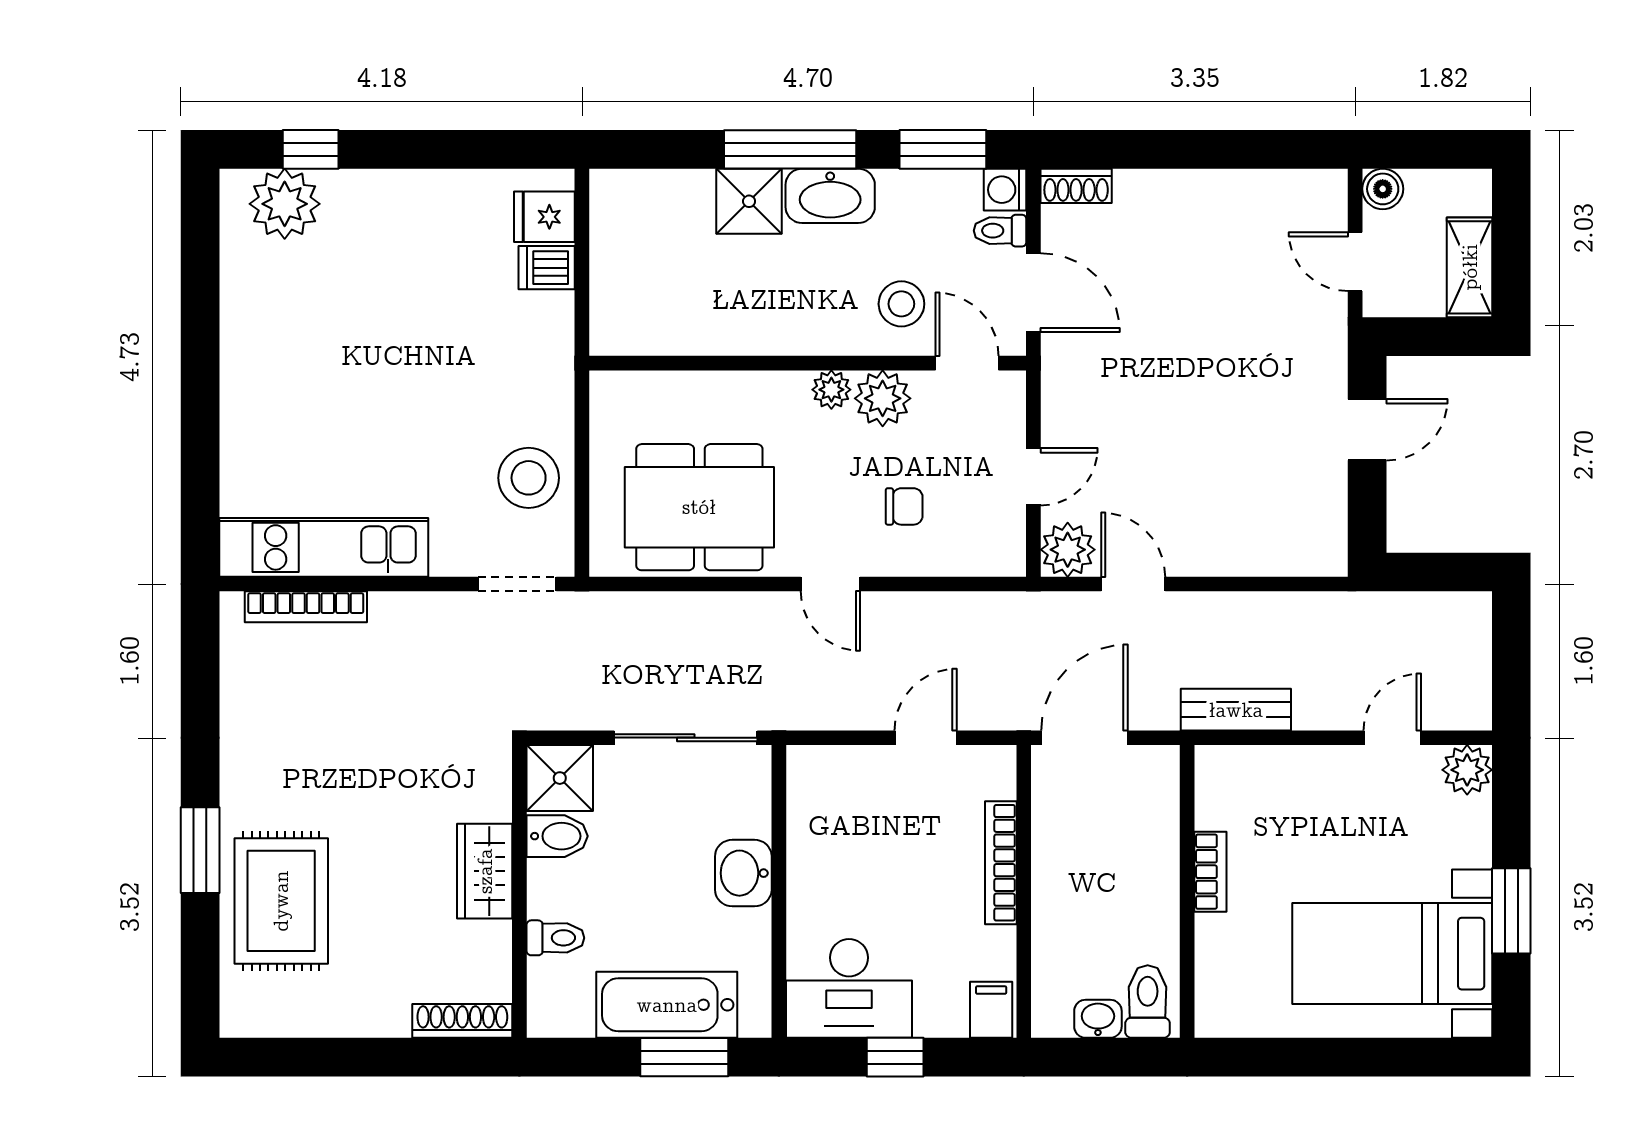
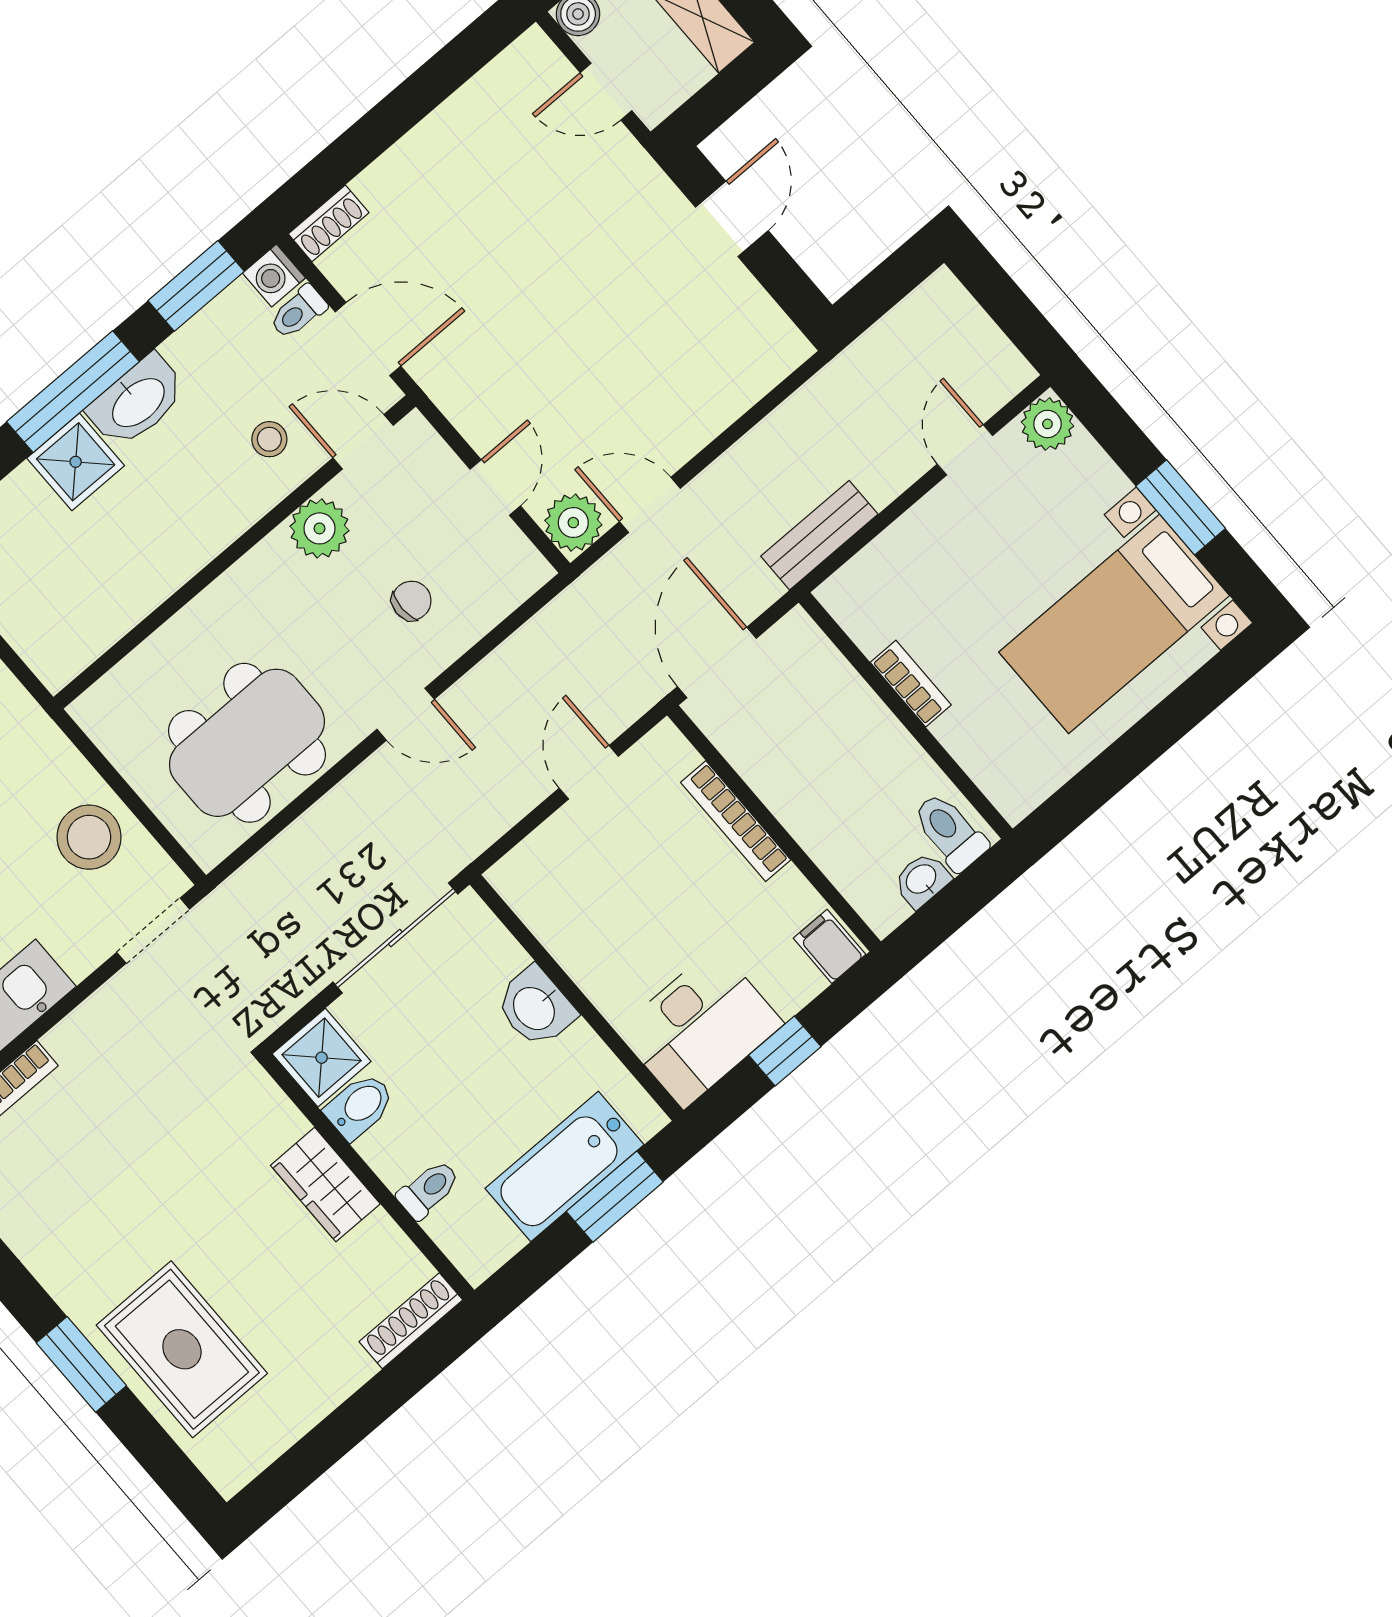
stool: (901, 304) -> (269, 439), width x0.73, depth x0.73
plant: (831, 390) -> (272, 557), removed

